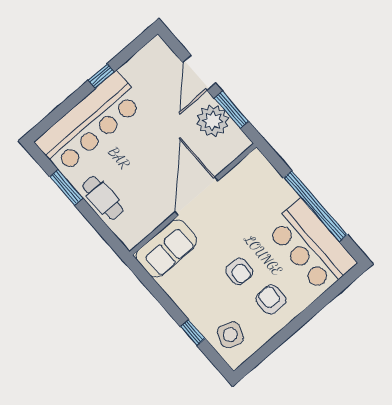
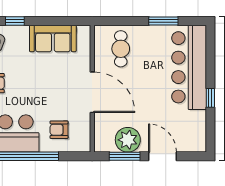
cafe table: (103, 198) -> (121, 49), moved, turned 90
sofa: (166, 248) -> (53, 38), moved, turned -90
armchair: (239, 271) -> (59, 130), moved

